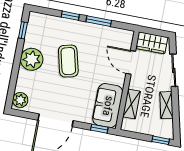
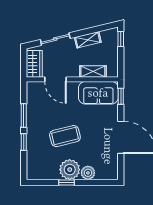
window: (23, 30) -> (67, 182), moved
door: (131, 62) -> (55, 79), hinge flipped
plant: (20, 100) -> (88, 173), moved

